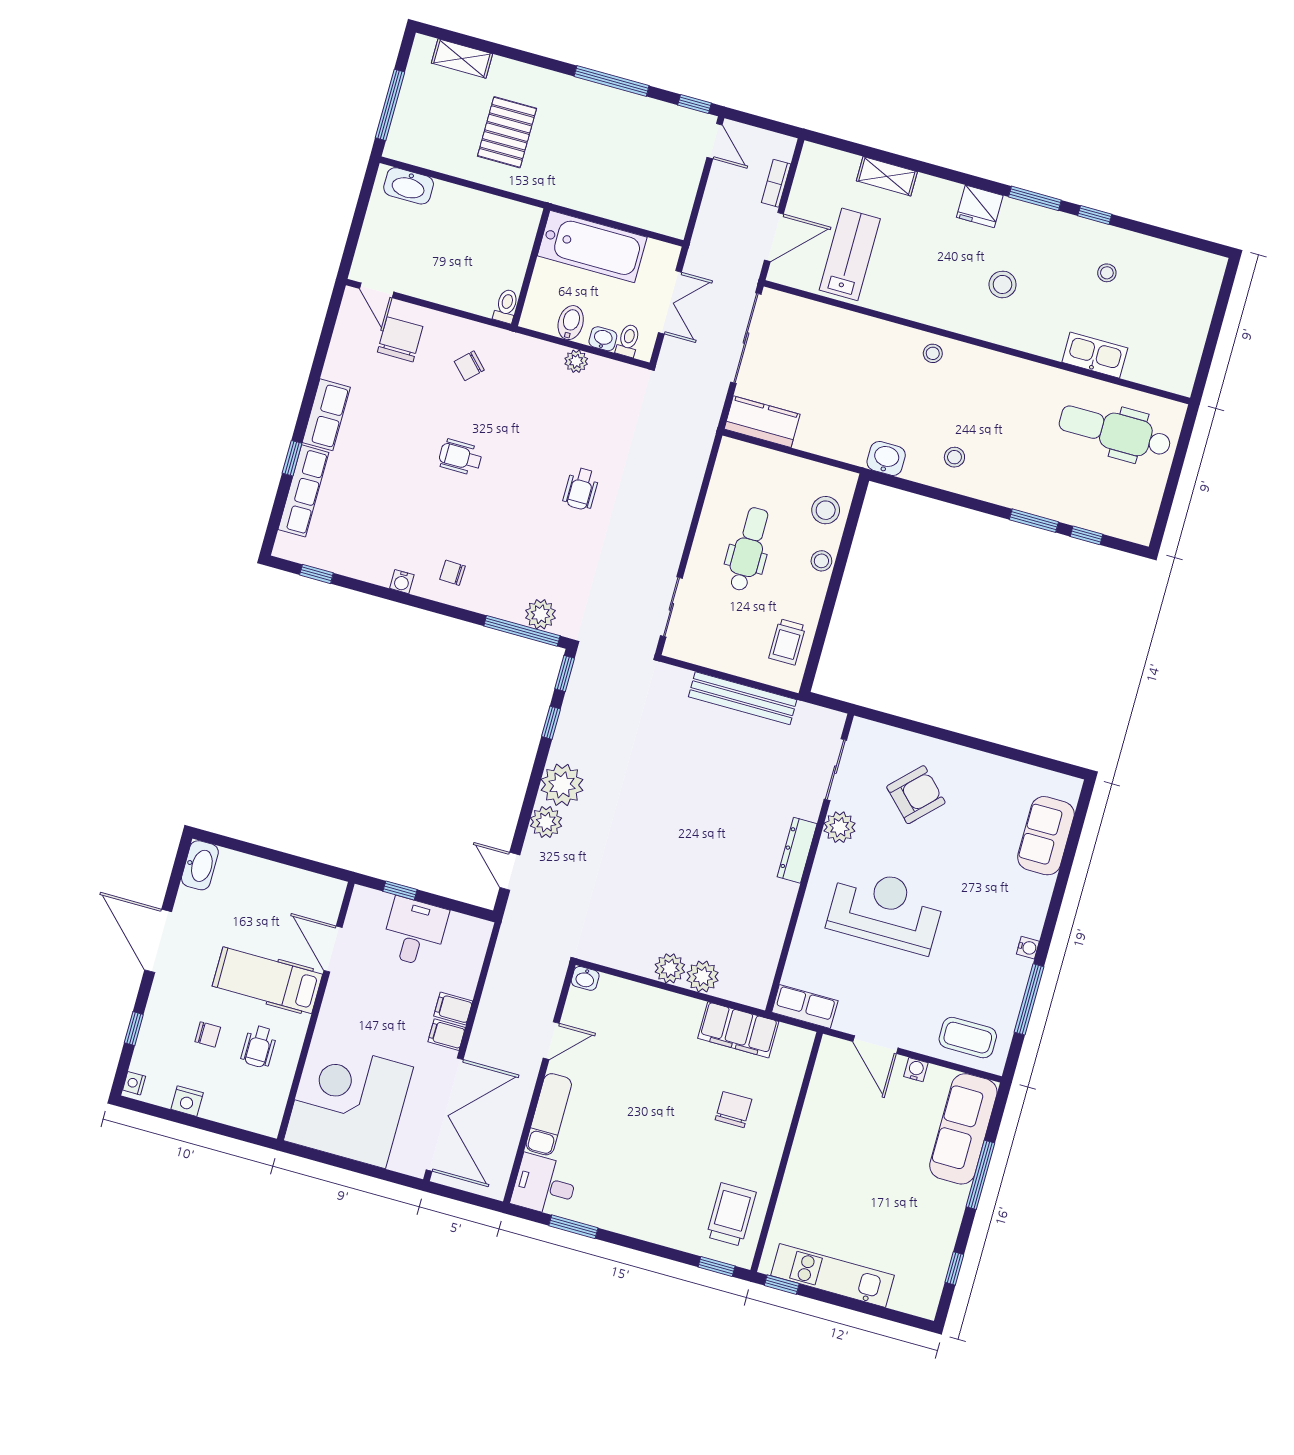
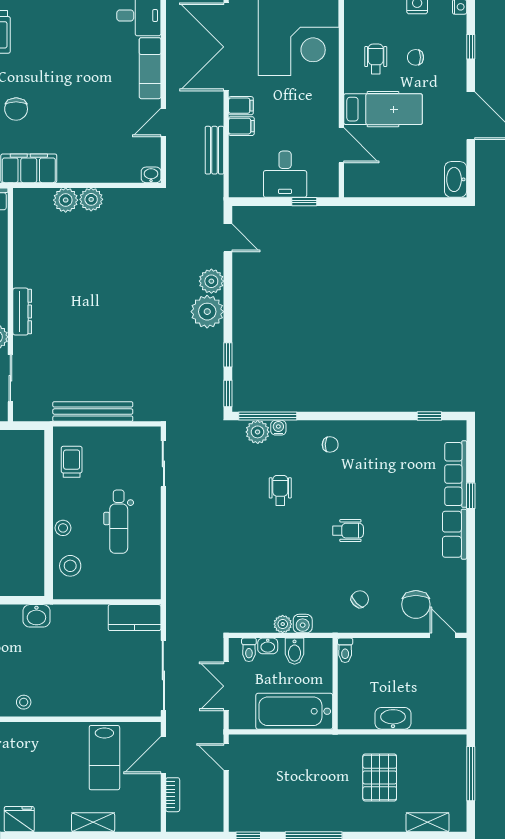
door: (715, 141) -> (226, 757), moved
washbasin: (409, 186) -> (393, 718), moved
water cooler: (551, 355) -> (303, 624), added
wheelchair: (581, 489) -> (280, 490), moved
water cooler: (402, 582) -> (278, 428), moved
bench: (496, 987) -> (214, 150), added

